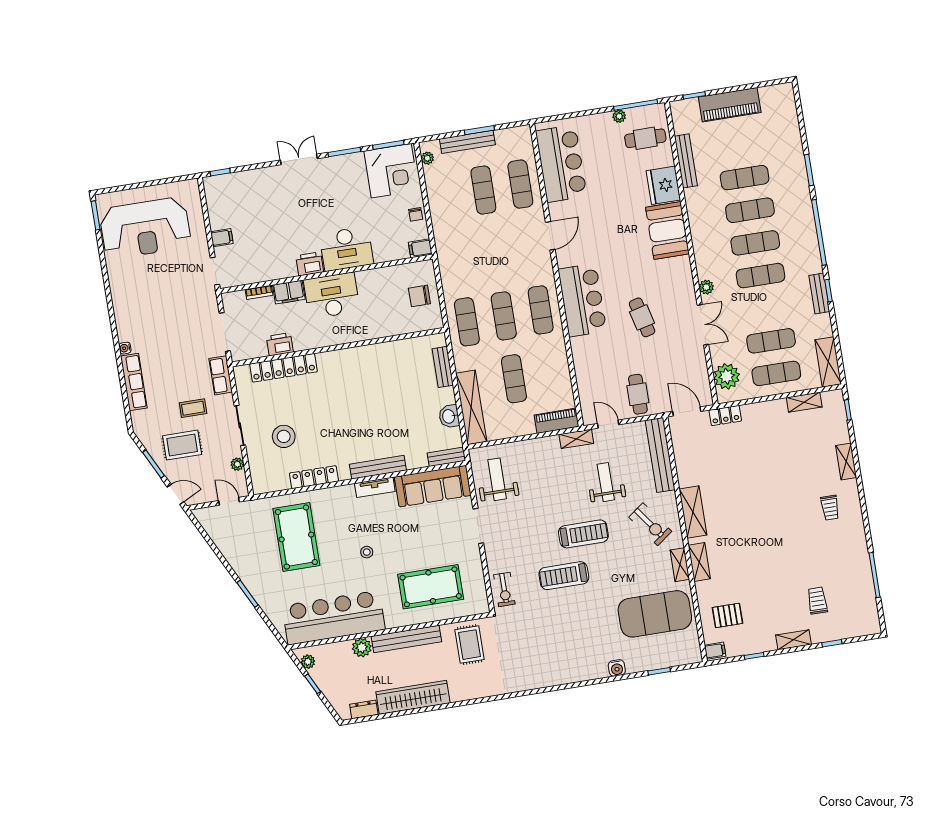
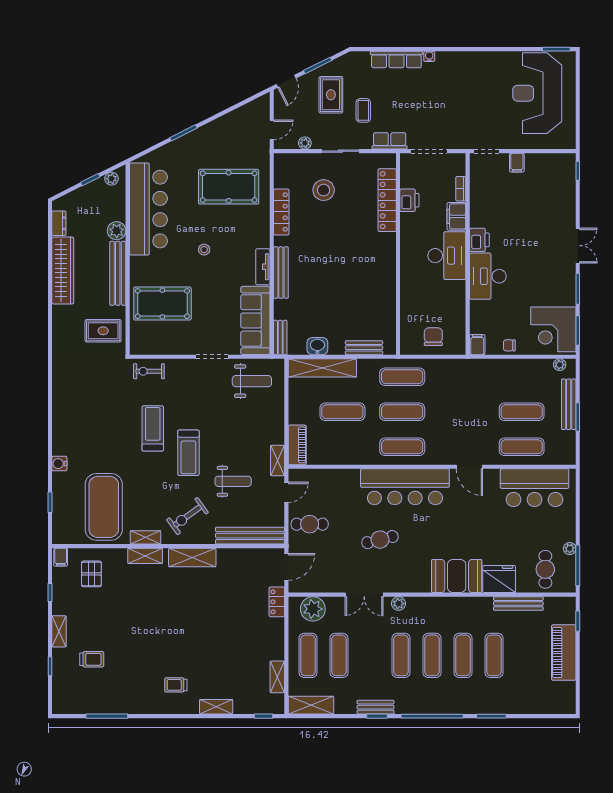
bar counter: (582, 300) -> (405, 487), width x1.36
pool table: (431, 587) -> (162, 304), turned 90

